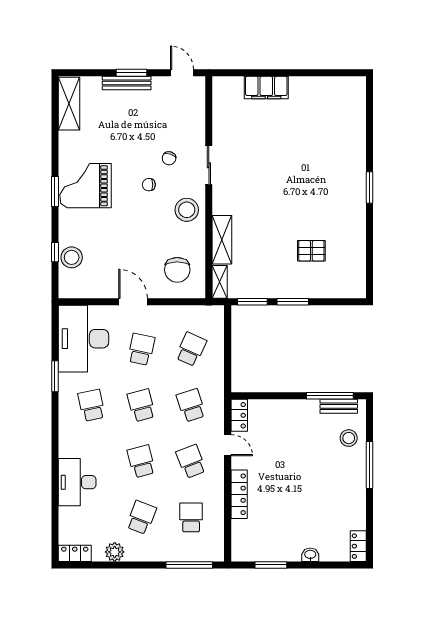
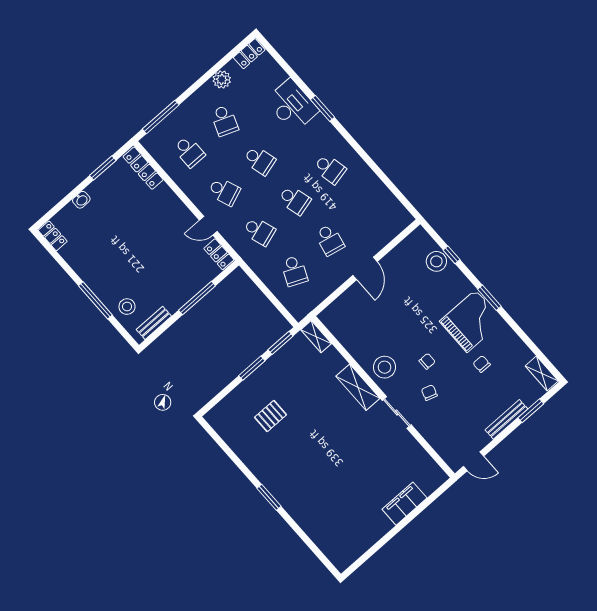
window: (131, 73) -> (531, 411), moved
shelving: (69, 104) -> (542, 373), width x0.67, depth x0.75
shelving: (222, 240) -> (358, 387), moved
chair: (177, 270) -> (482, 364), moved, width x0.54, depth x0.54
door: (133, 302) -> (365, 268), hinge flipped
desk: (83, 339) -> (377, 211), removed
window: (55, 376) -> (323, 108), moved
window: (330, 396) -> (197, 298), moved
locker: (239, 494) -> (143, 168), moved

